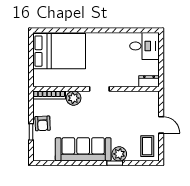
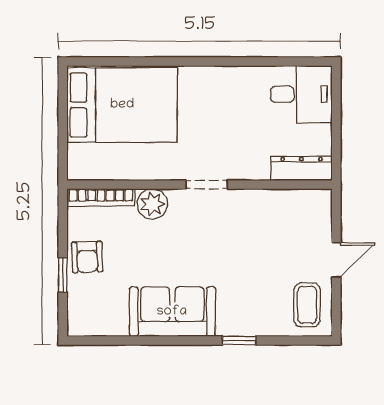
dresser: (149, 81) -> (301, 168), width x1.44
door: (161, 125) -> (336, 260), hinge flipped
sofa: (83, 149) -> (172, 312), width x0.73
plant: (119, 154) -> (248, 321), removed

